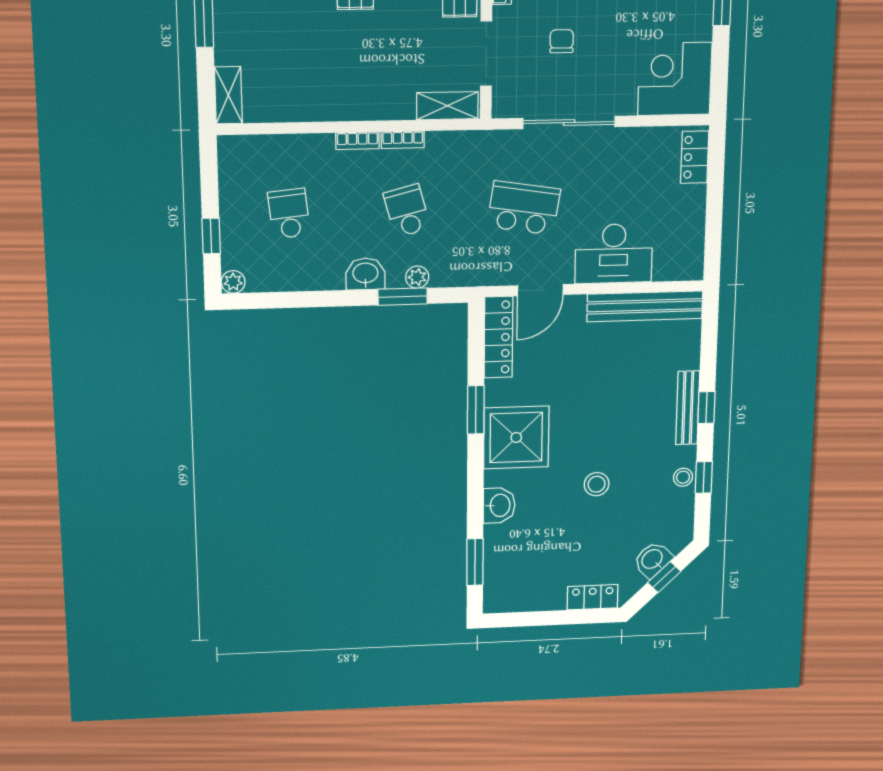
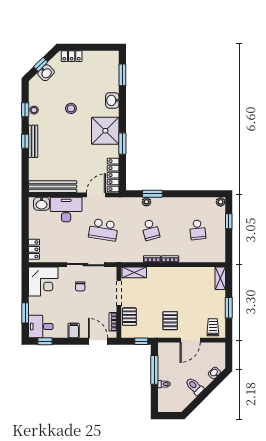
chair: (562, 41) -> (80, 286), moved
washbasin: (365, 274) -> (42, 204), moved

